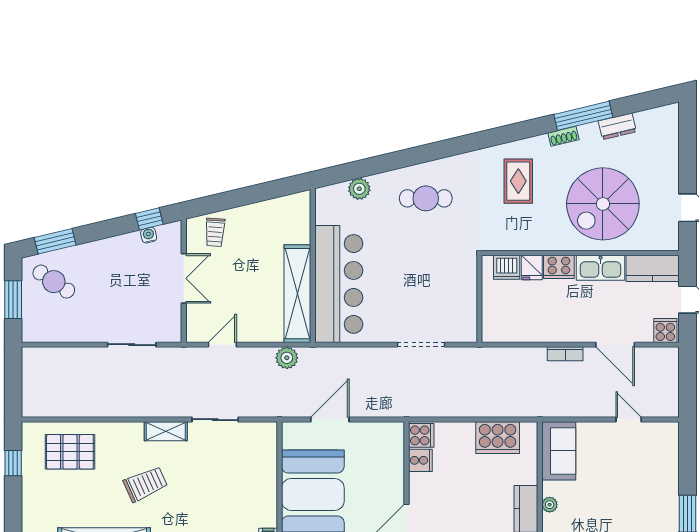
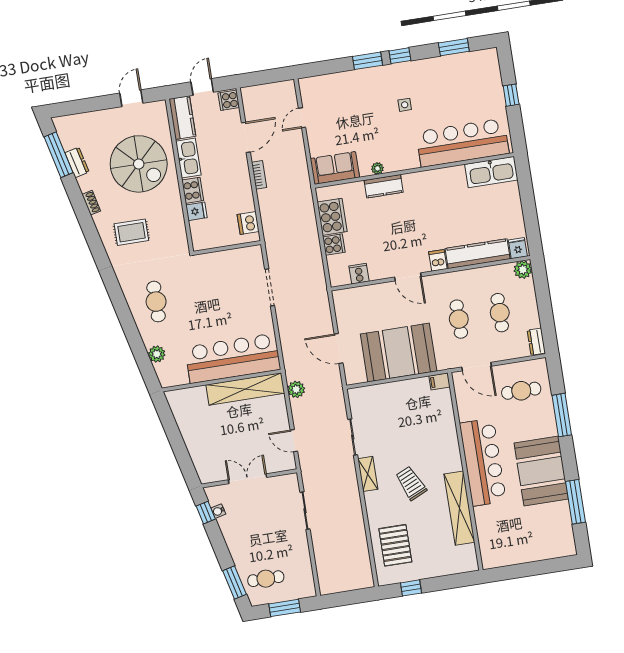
window: (583, 116) -> (59, 155), moved
trolley: (215, 232) -> (208, 460), removed
dishwasher: (507, 267) -> (248, 223), moved, turned 180
cafe table: (54, 282) -> (266, 579), turned 56
cooker: (421, 435) -> (334, 245), moved, turned 90

